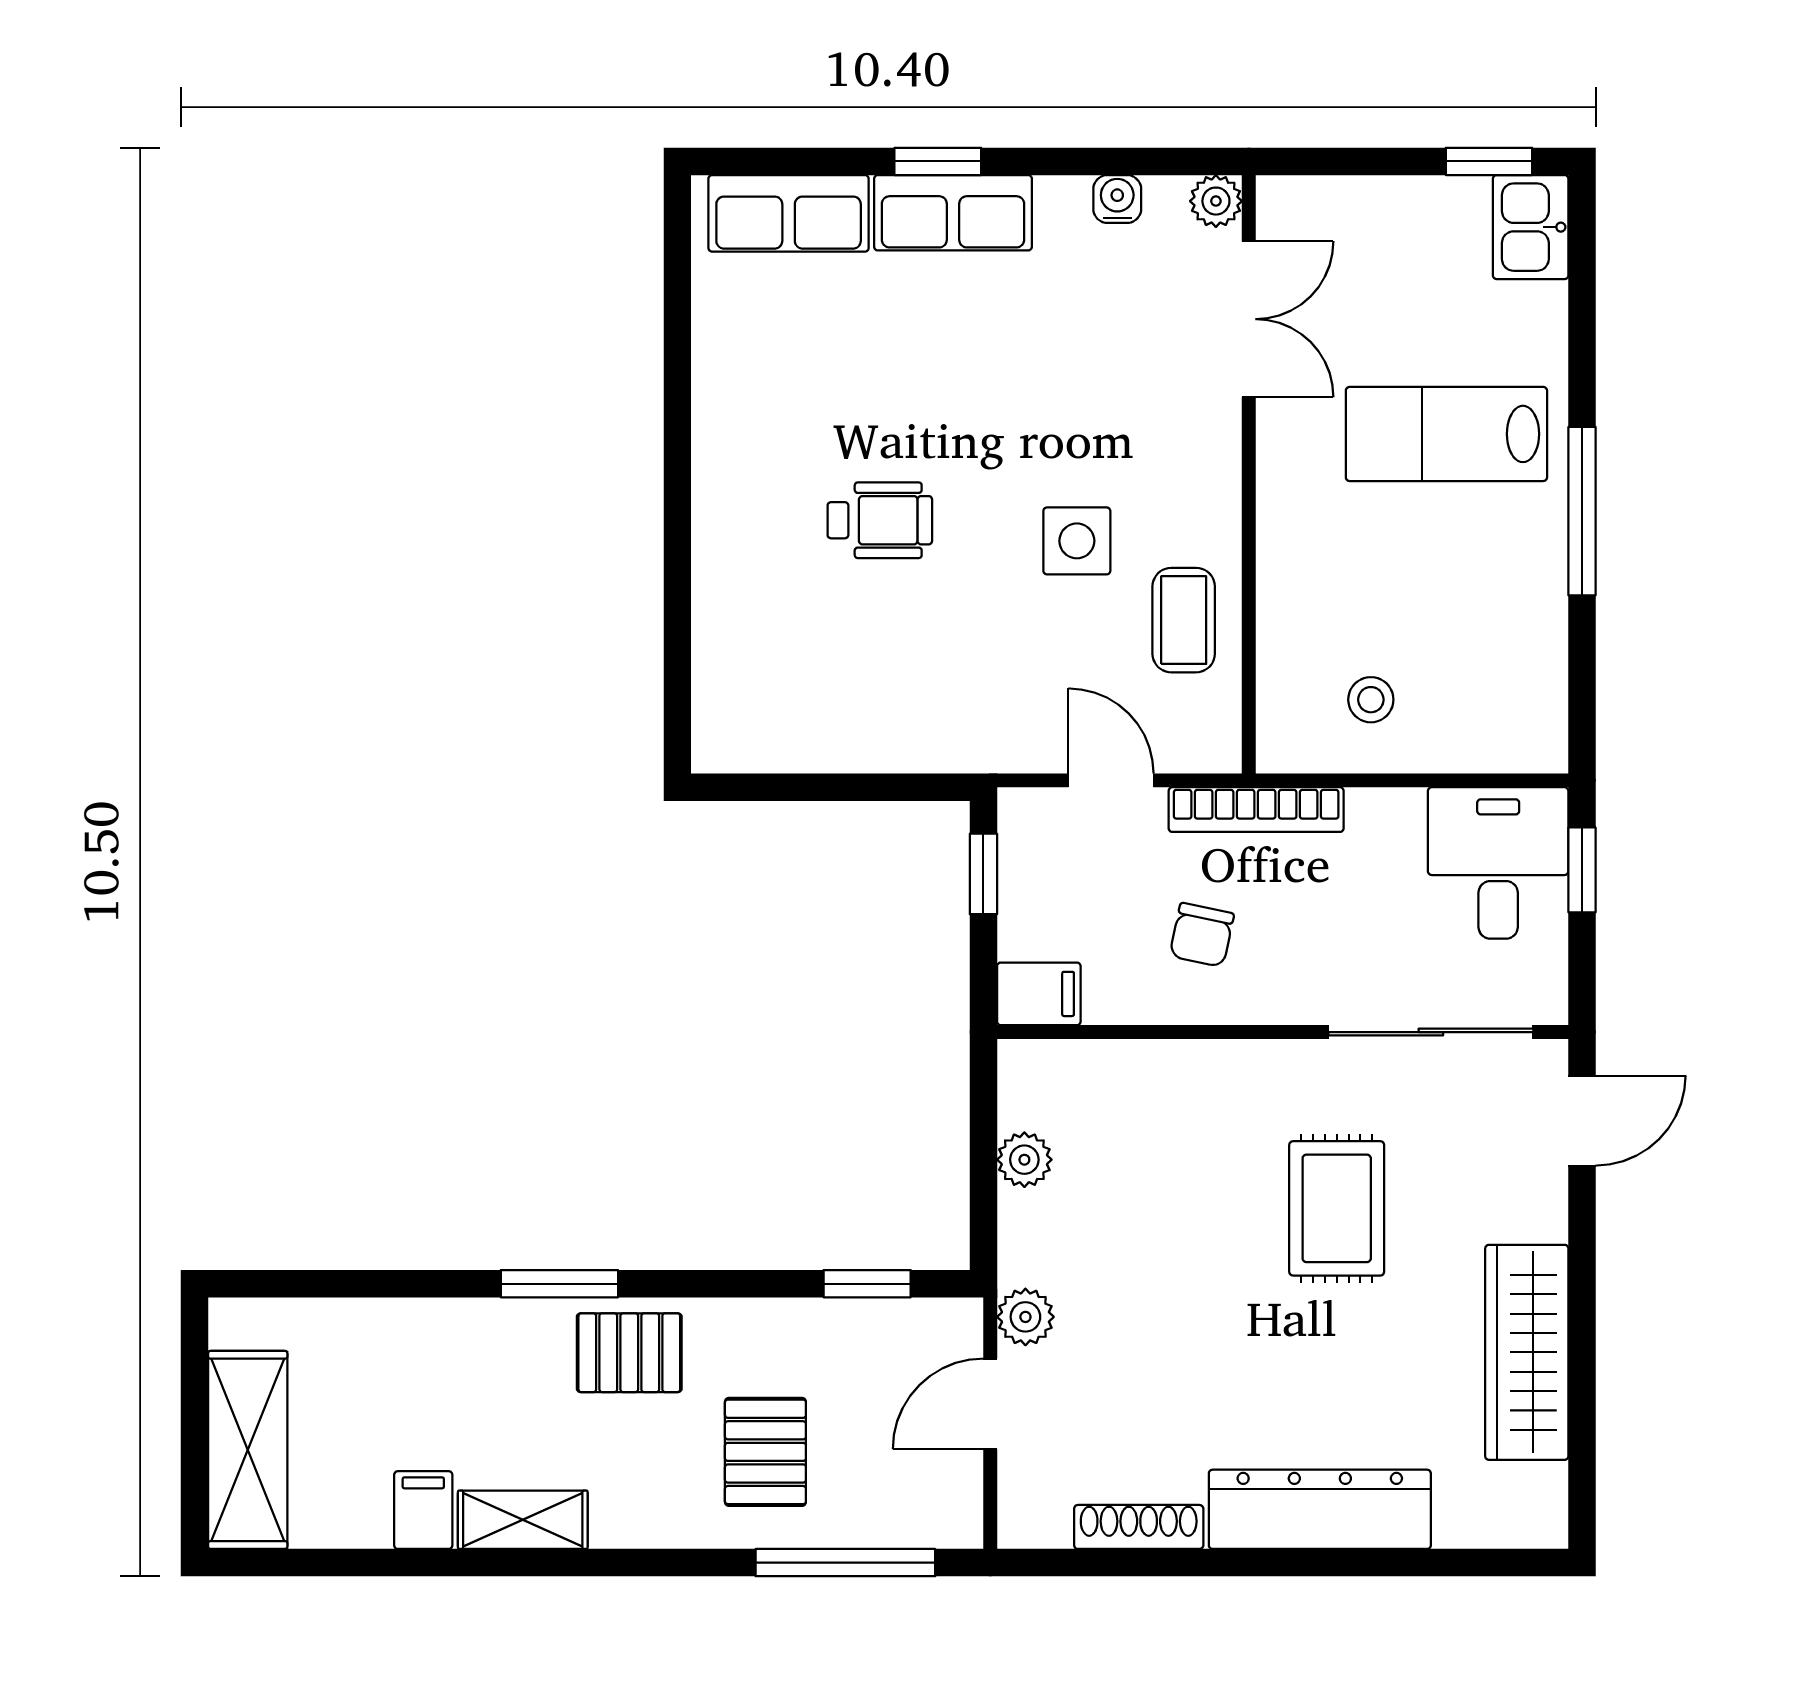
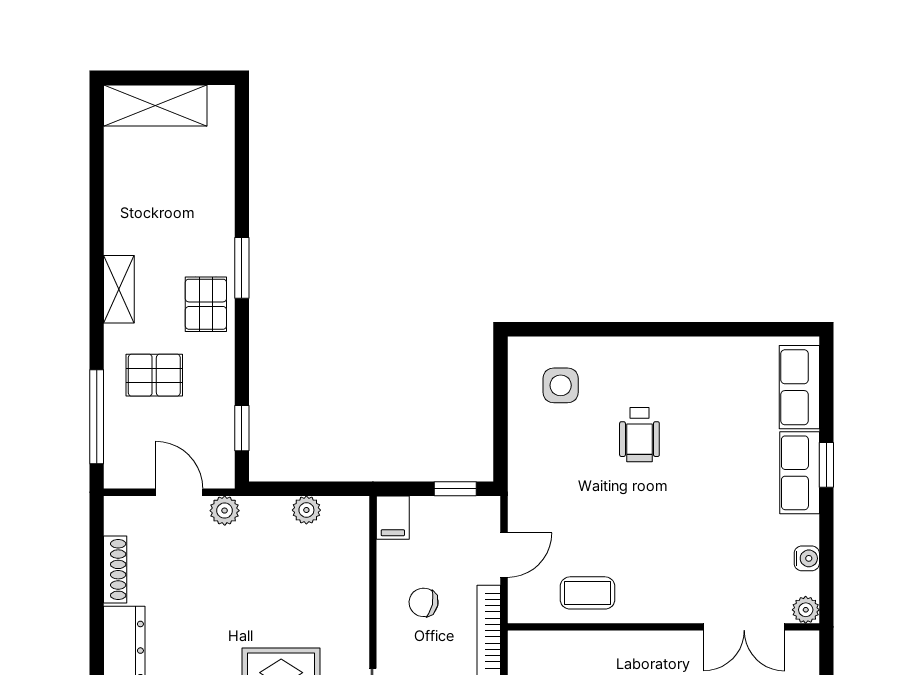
side table: (1077, 541) -> (561, 385), moved
filing cabinet: (423, 1510) -> (124, 197), removed
shelving: (523, 1520) -> (119, 289), moved

